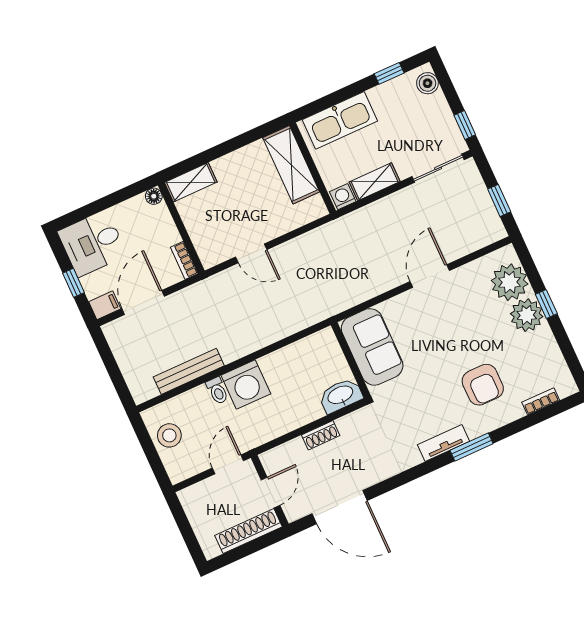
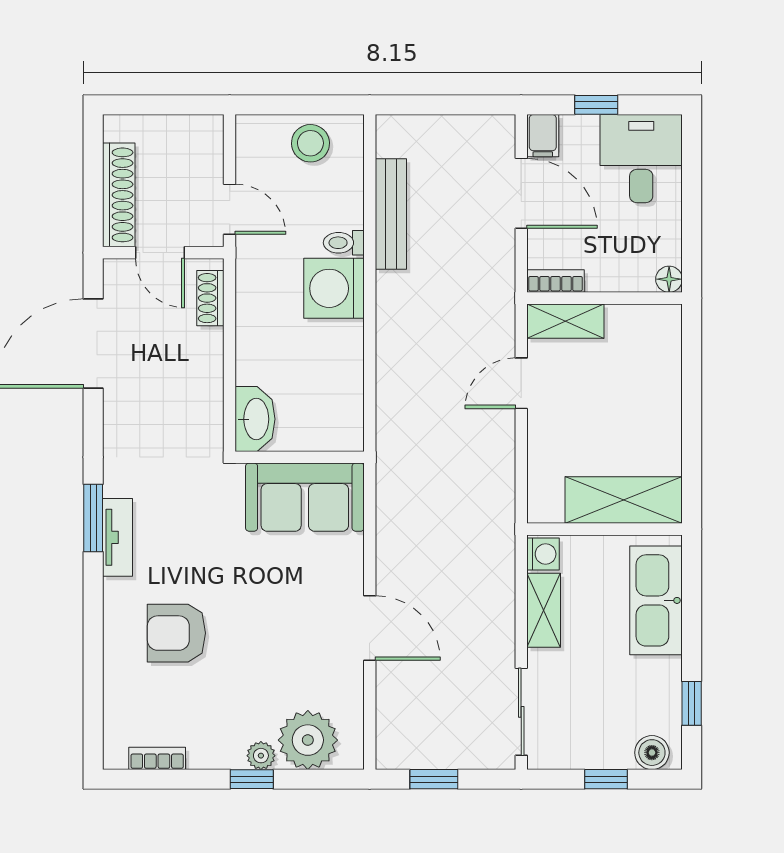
window: (465, 125) -> (606, 779), moved
shelving: (191, 182) -> (565, 321), moved, turned 90
plant: (527, 315) -> (261, 756), width x0.53, depth x0.53
bookcase: (541, 401) -> (157, 758), moved, turned -90
shoe rack: (321, 435) -> (210, 298), moved
window: (472, 447) -> (93, 518), moved

